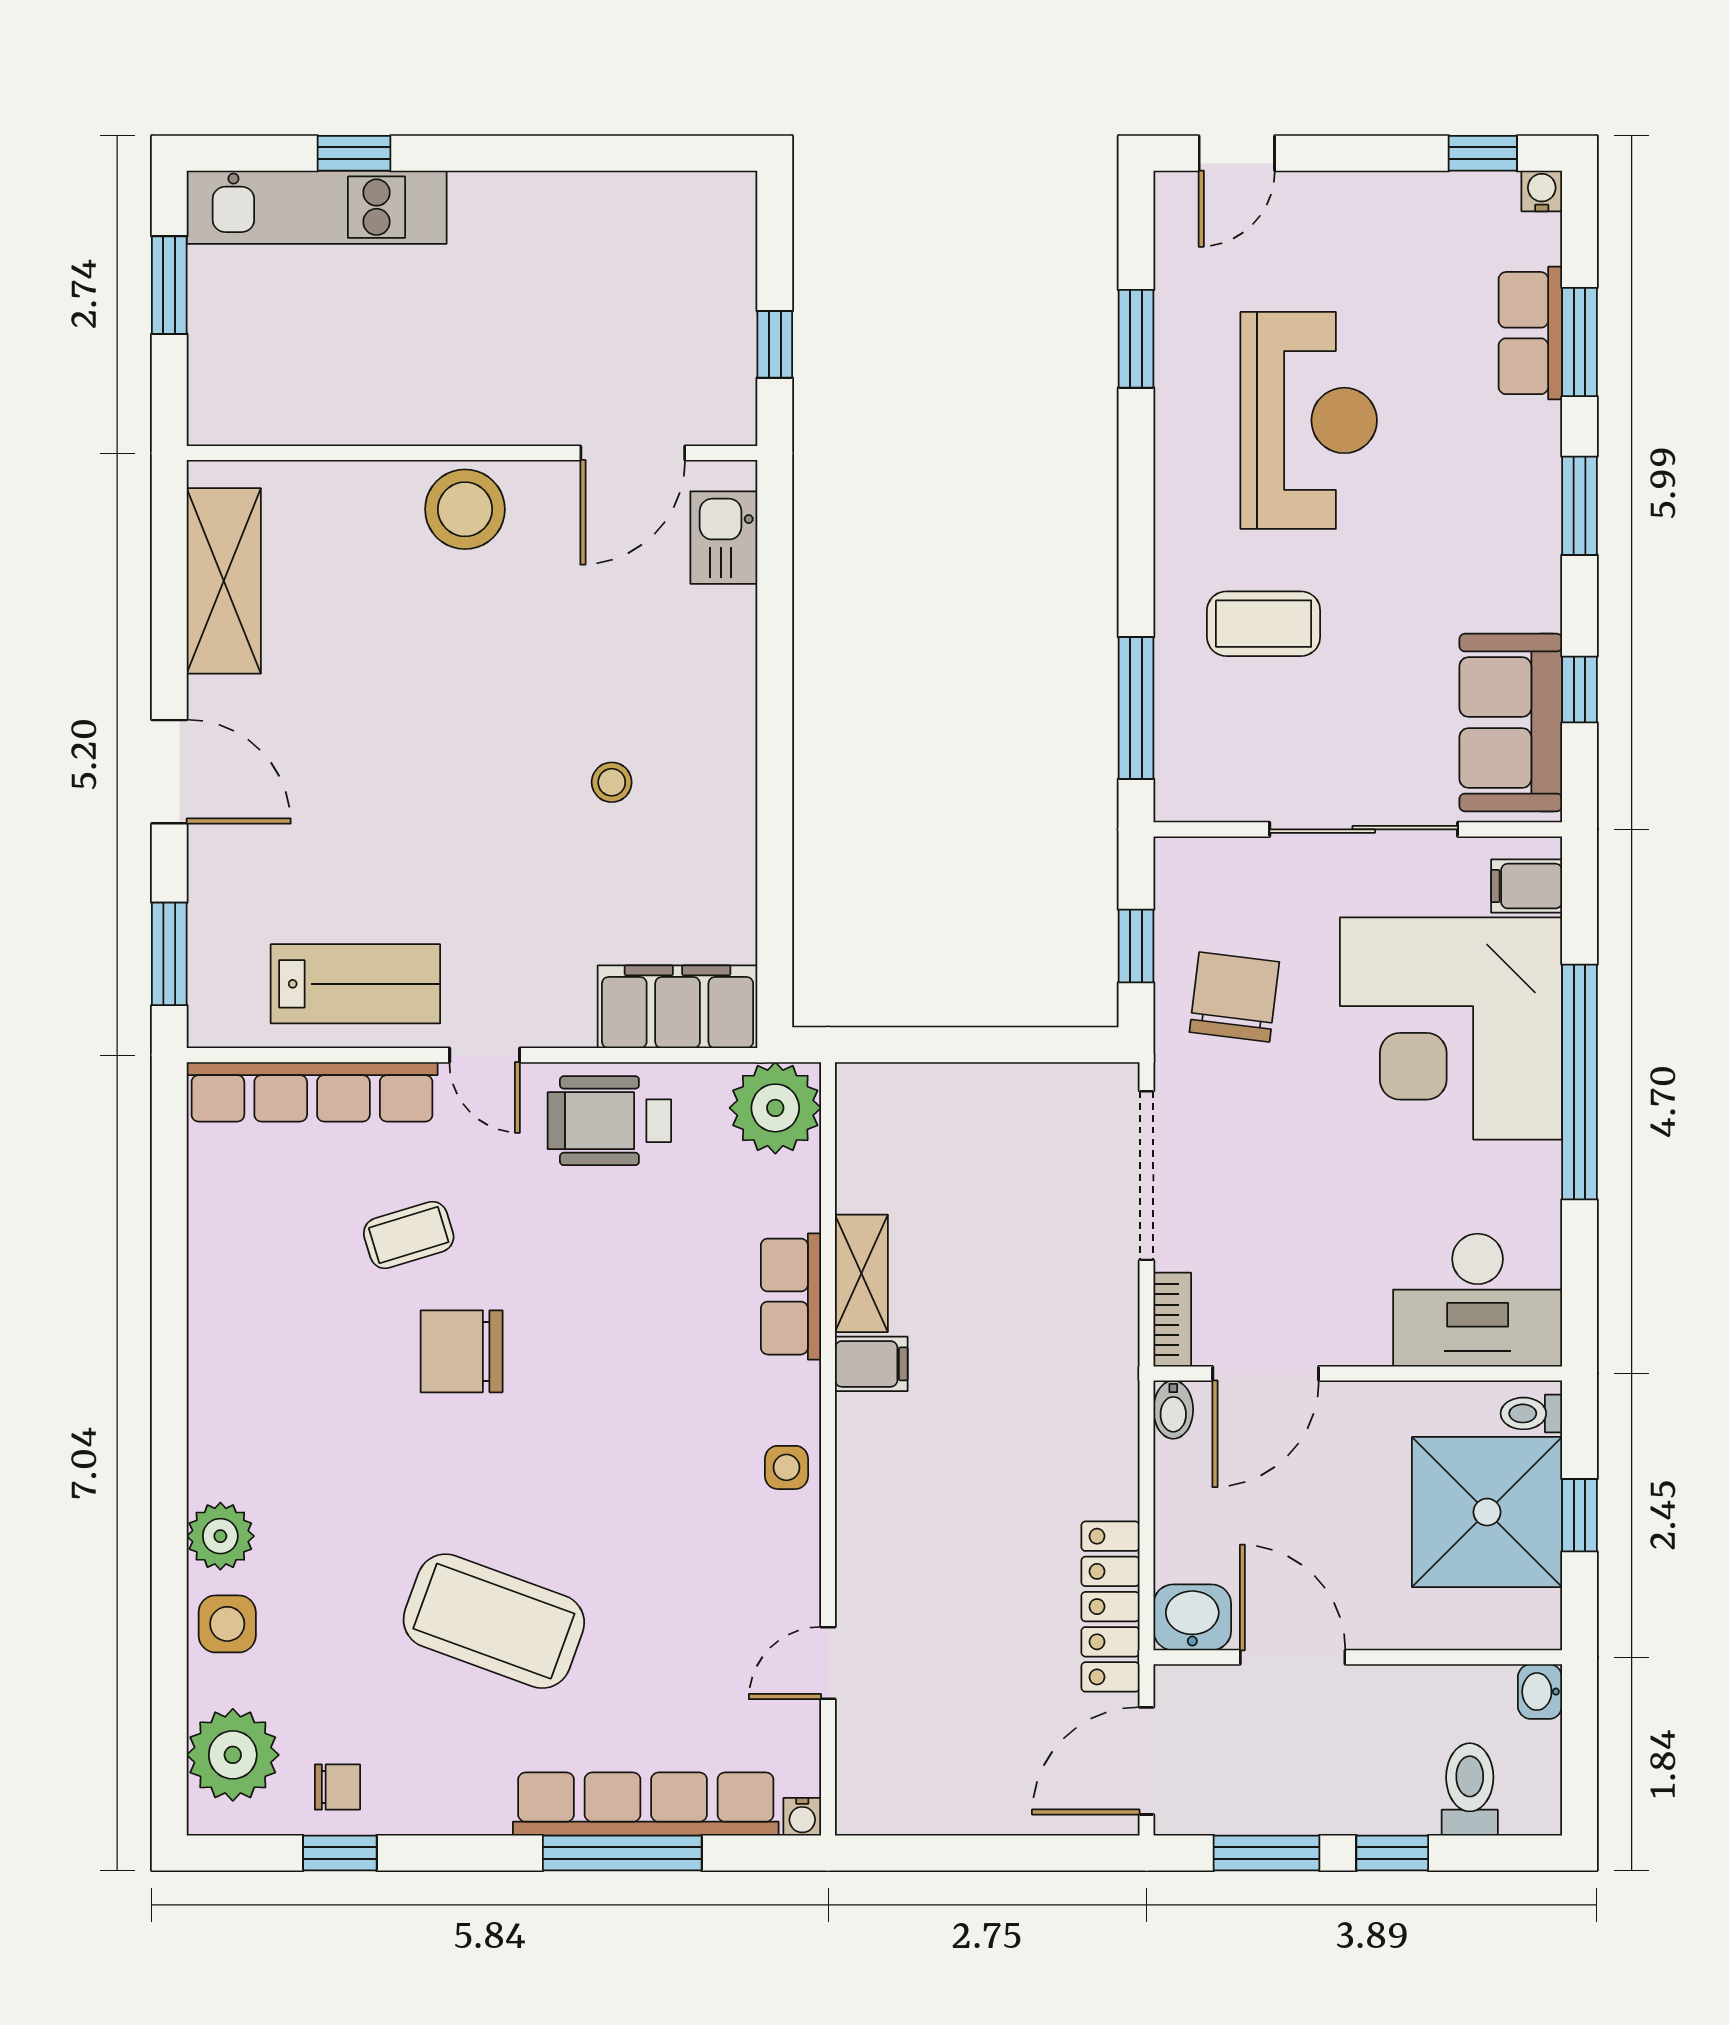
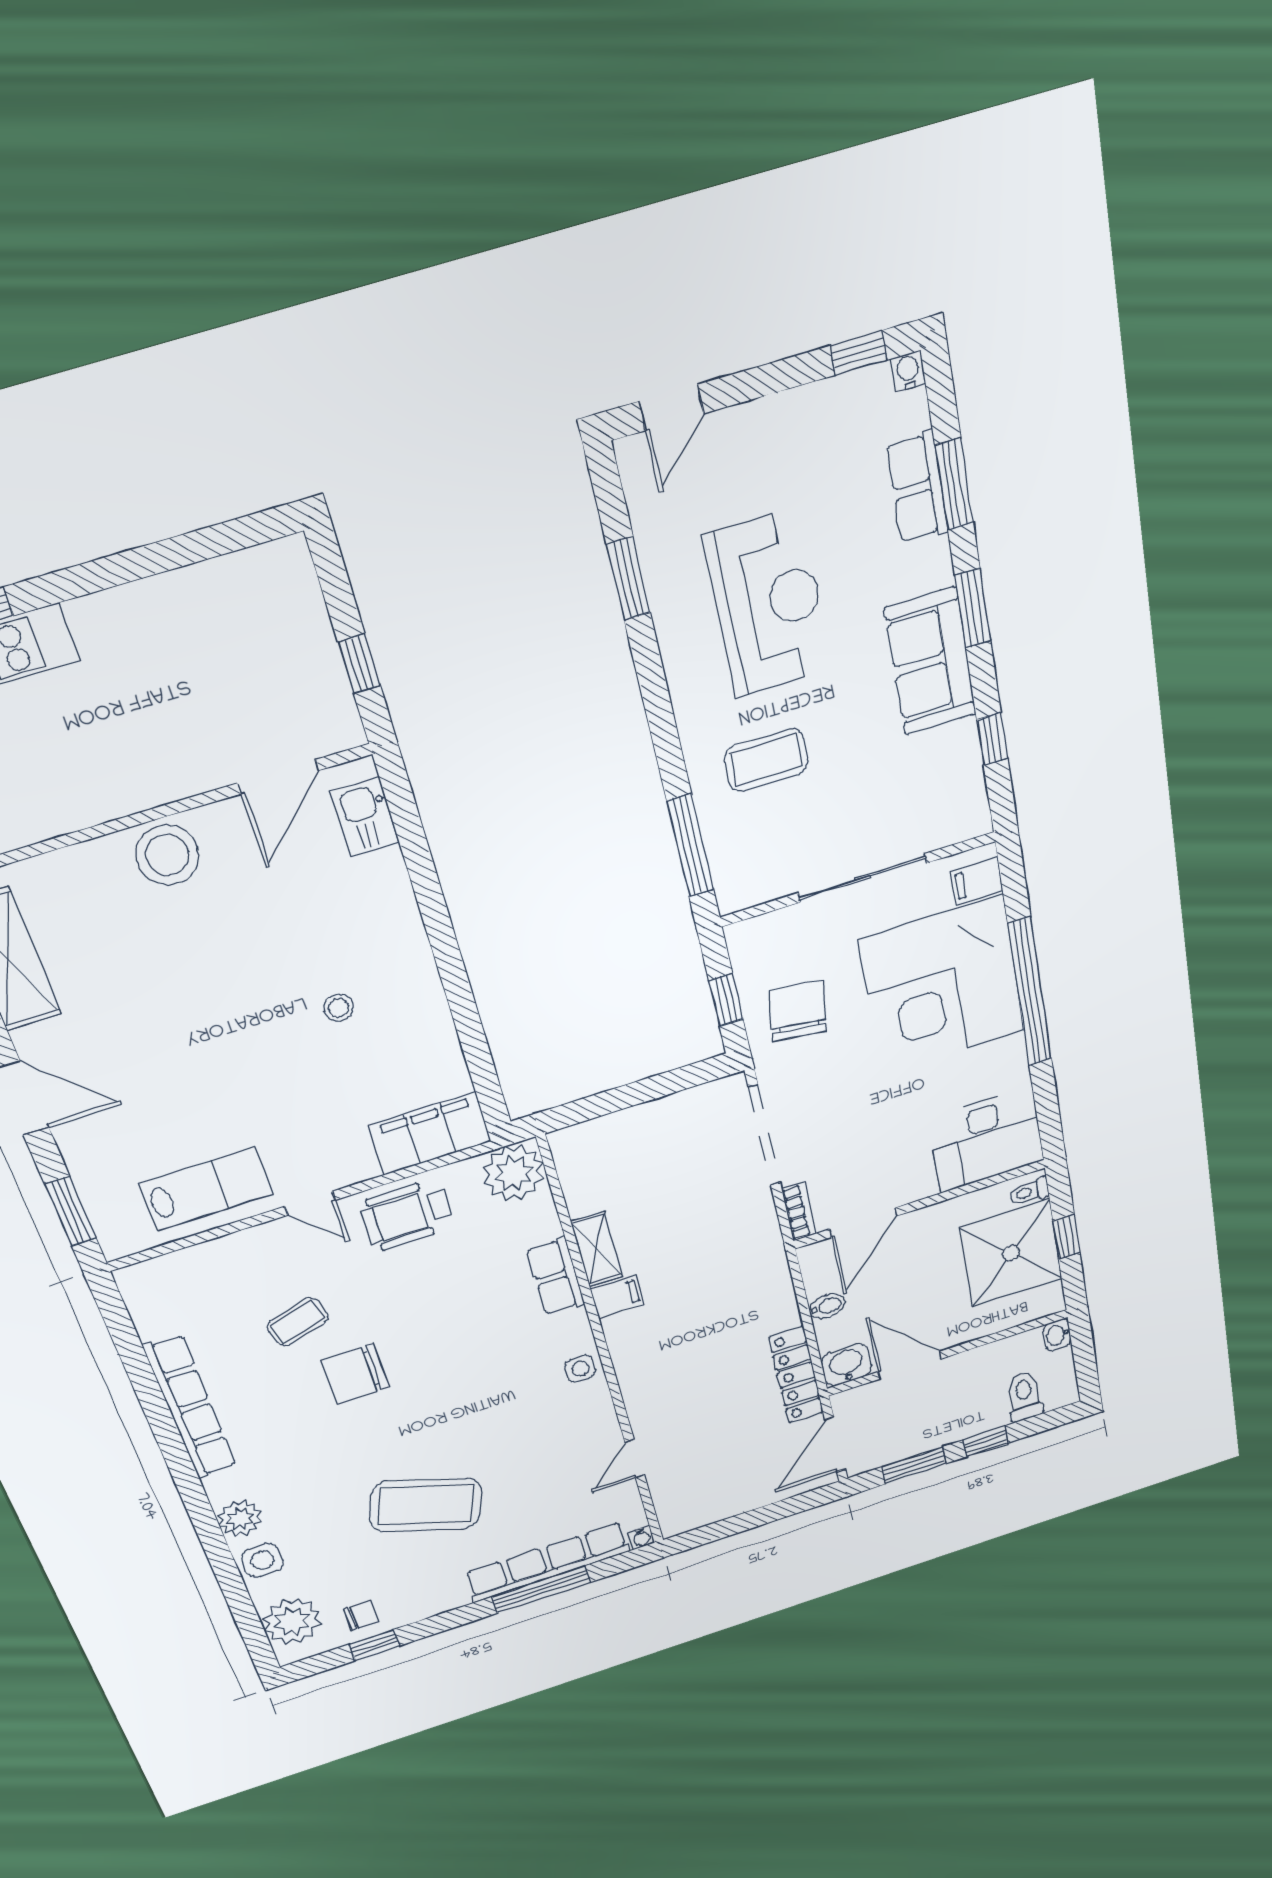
sofa: (1511, 723) -> (931, 661), moved
row of seats: (312, 1092) -> (190, 1407), moved, turned -90
bidet: (1173, 1410) -> (827, 1306), moved, turned -90

